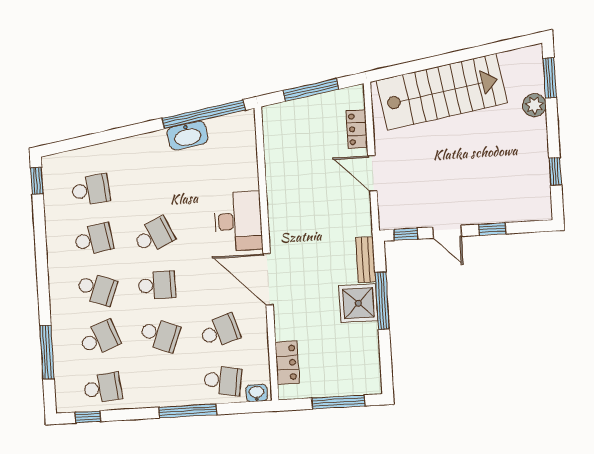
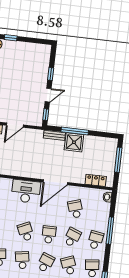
window: (555, 171) -> (11, 38), moved
school desk: (223, 381) -> (95, 240), moved

